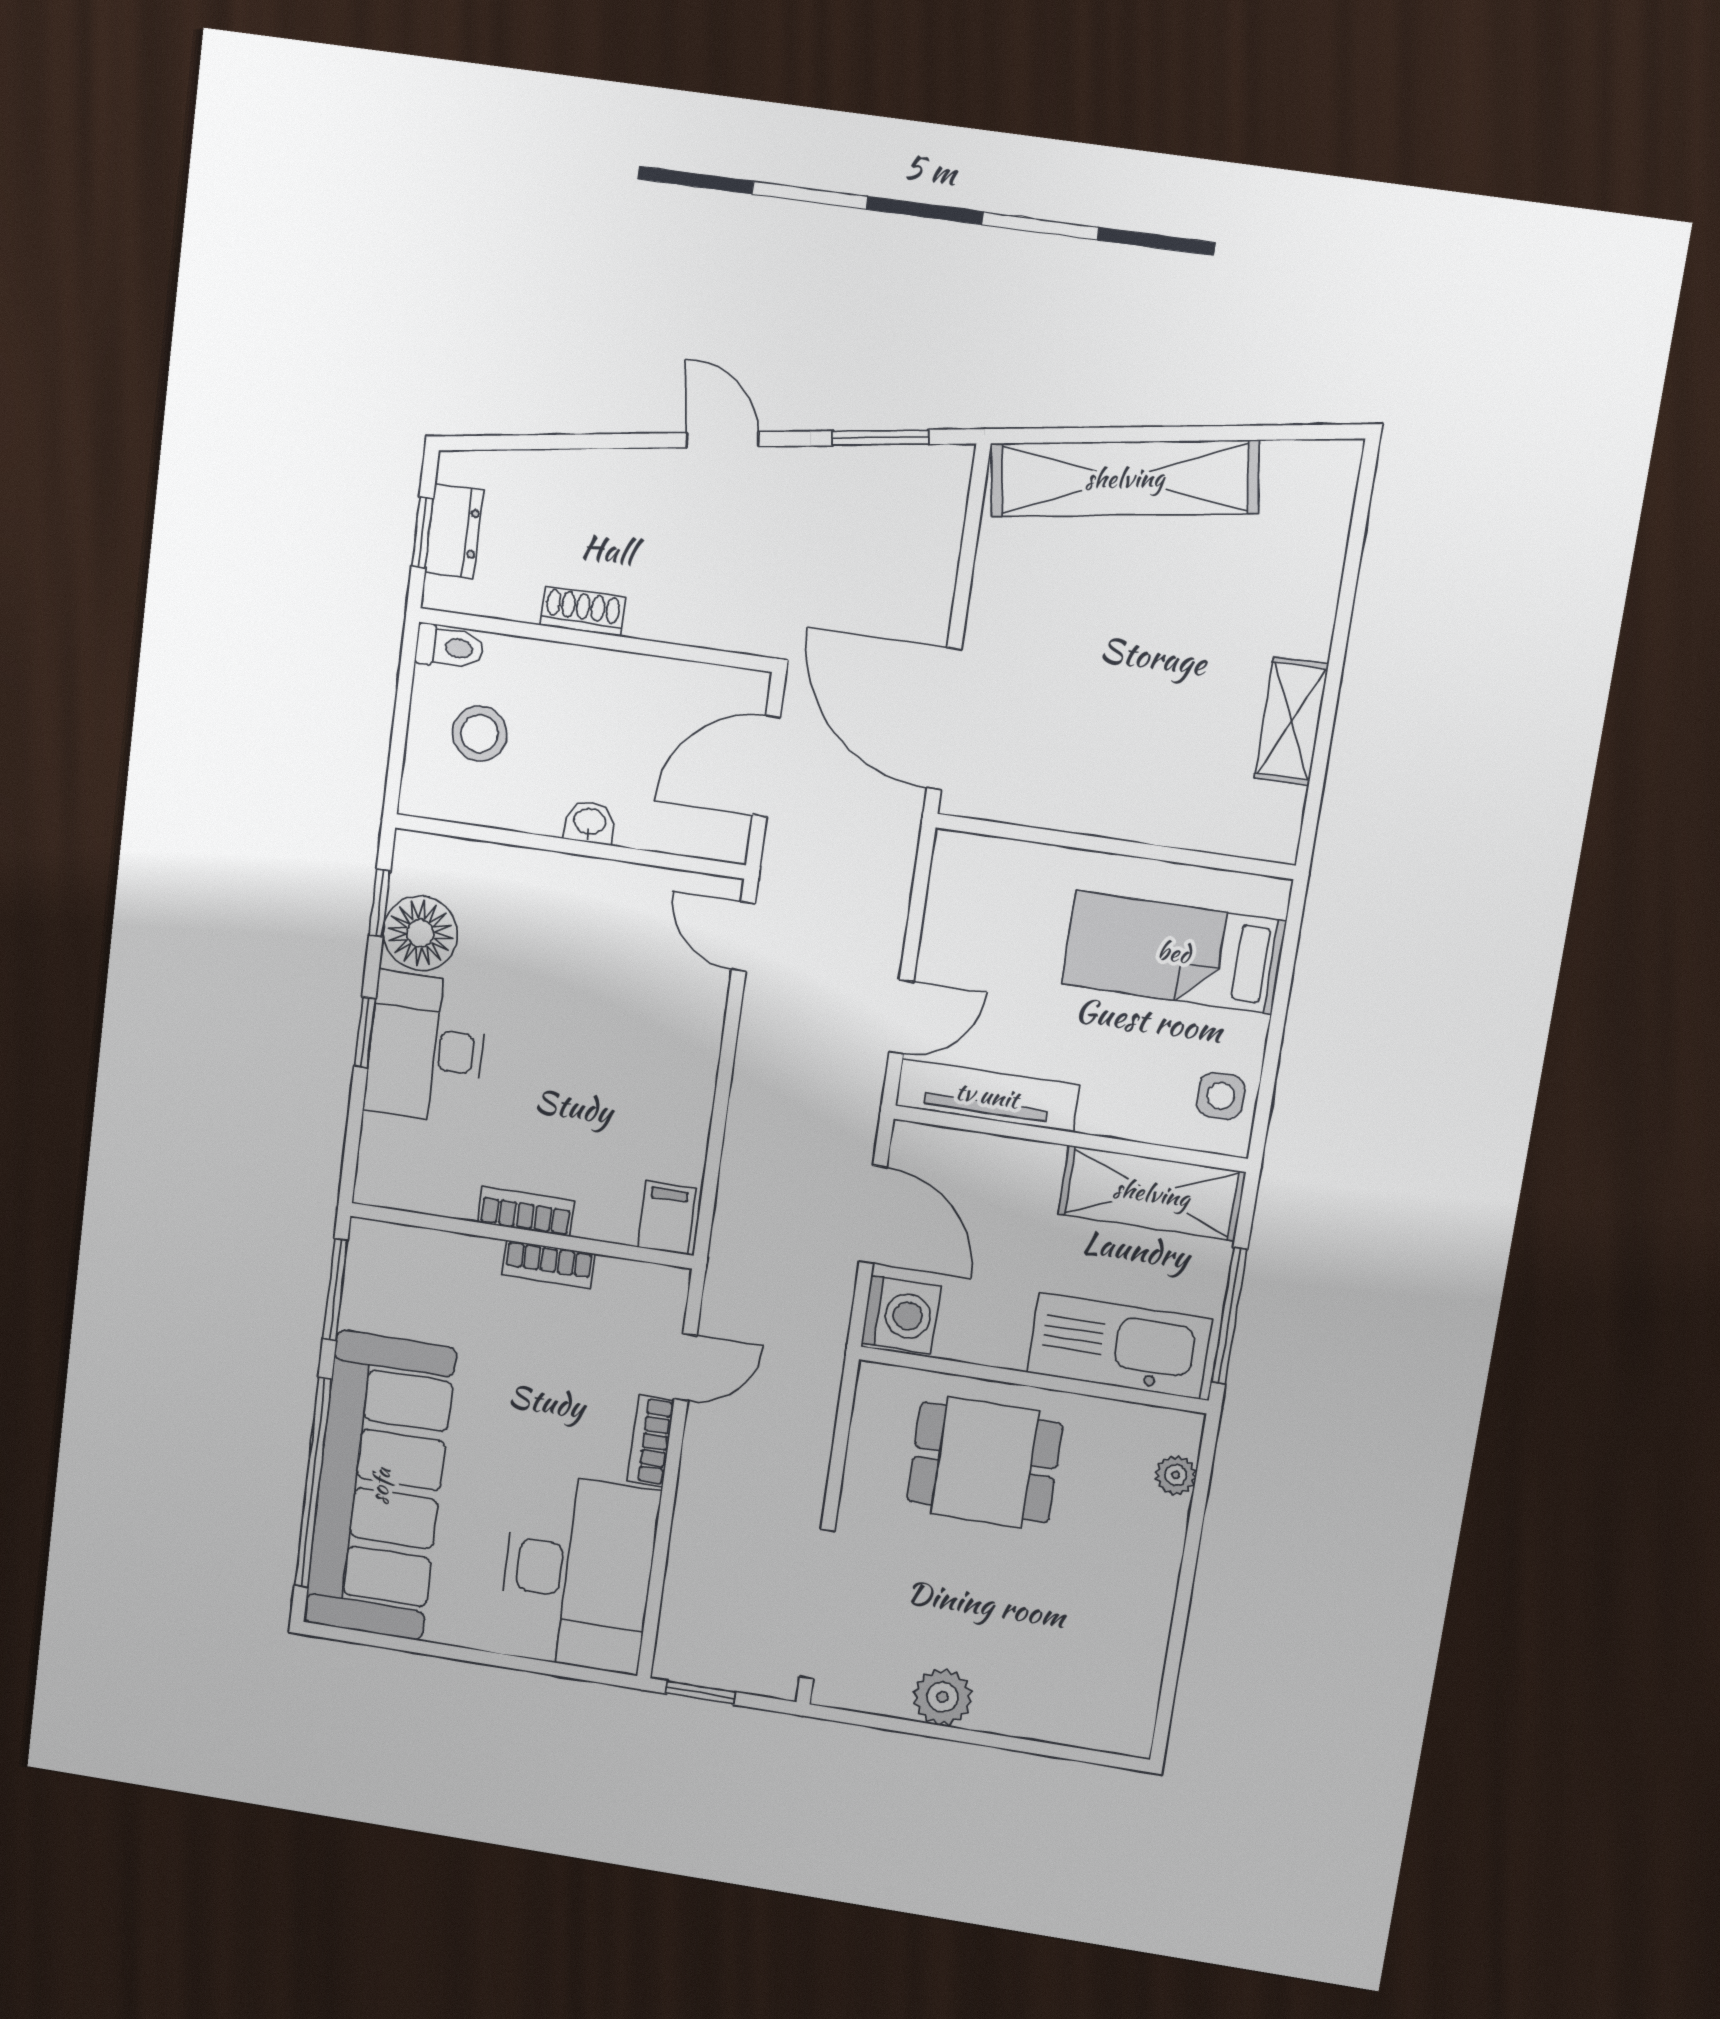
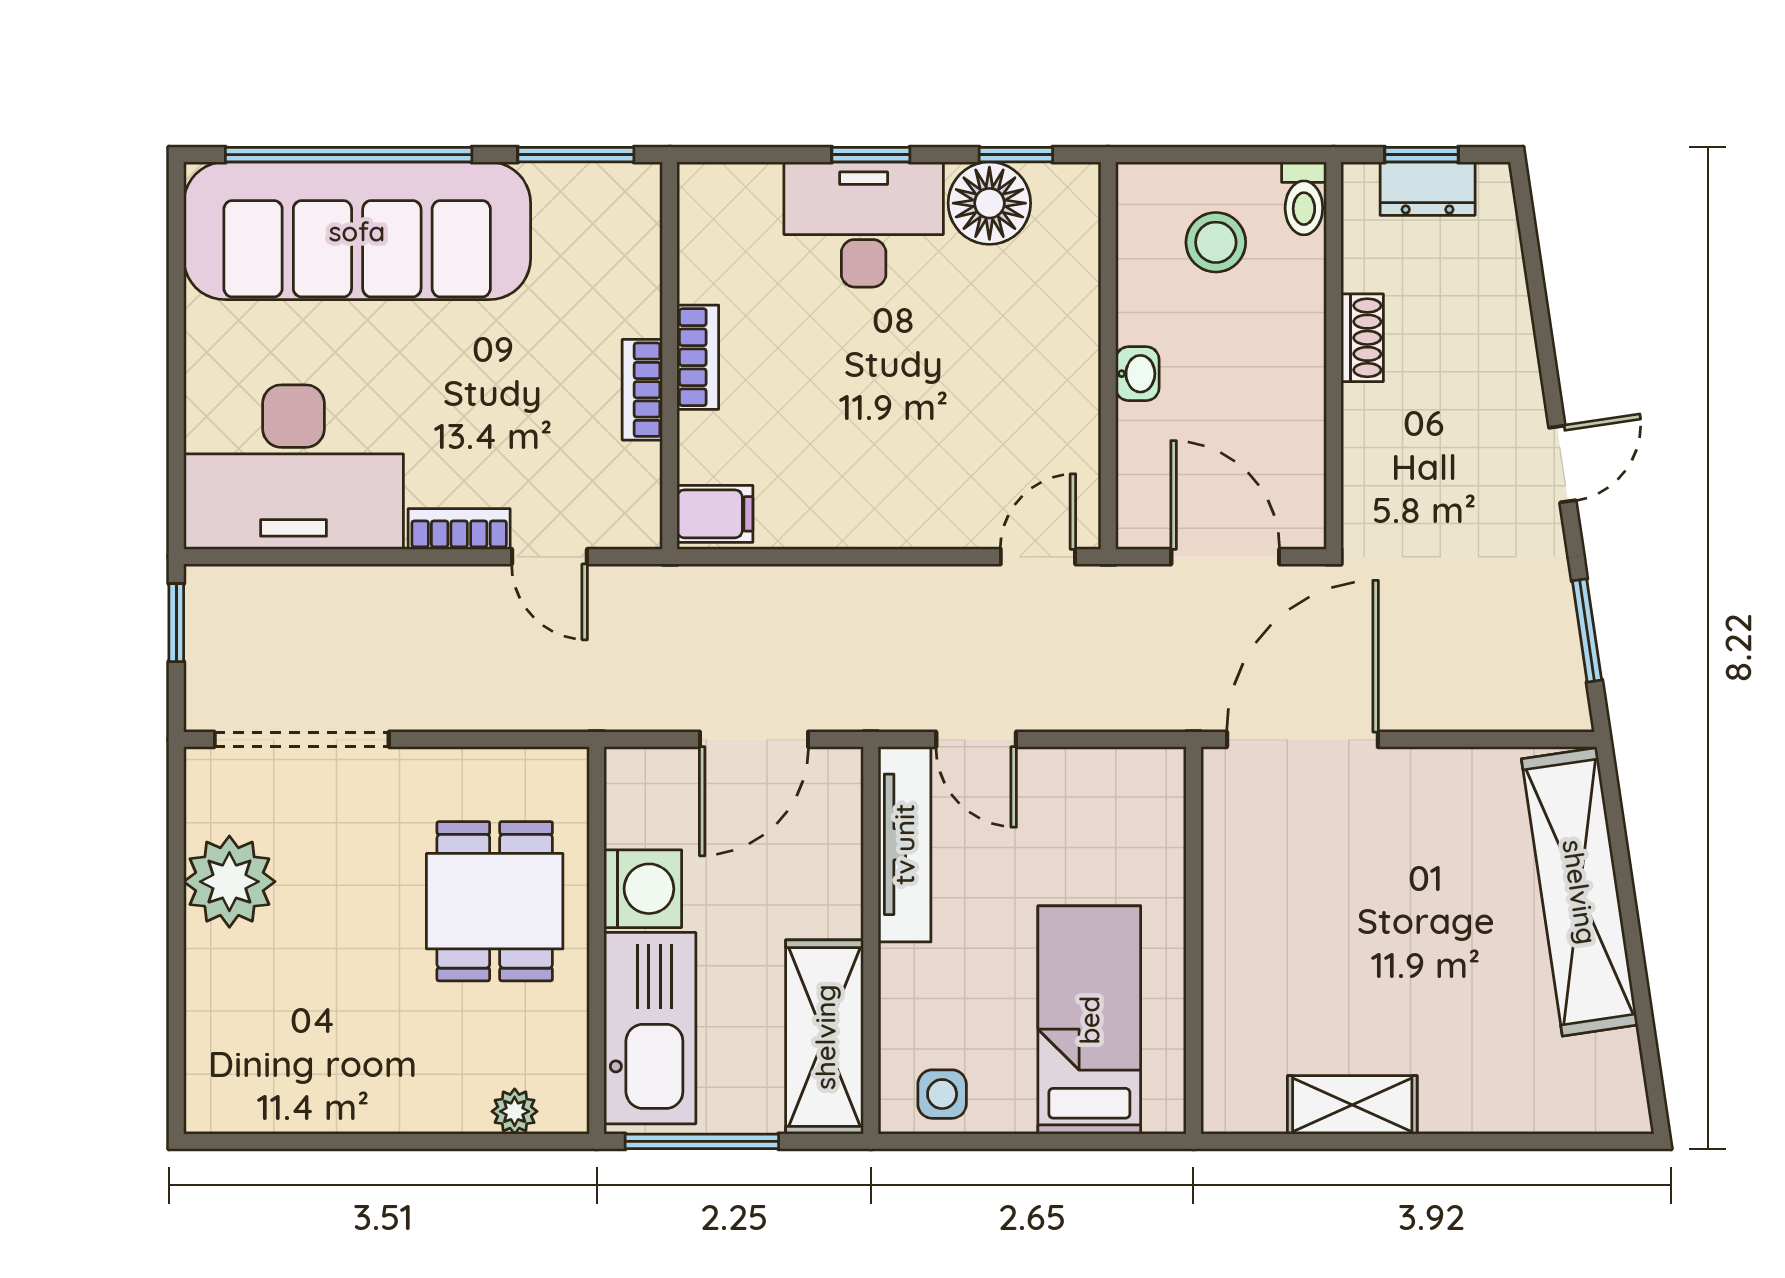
washing machine: (901, 1315) -> (643, 889), moved, turned -90
plant: (942, 1697) -> (229, 882), width x1.36, depth x1.36

